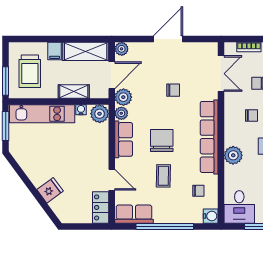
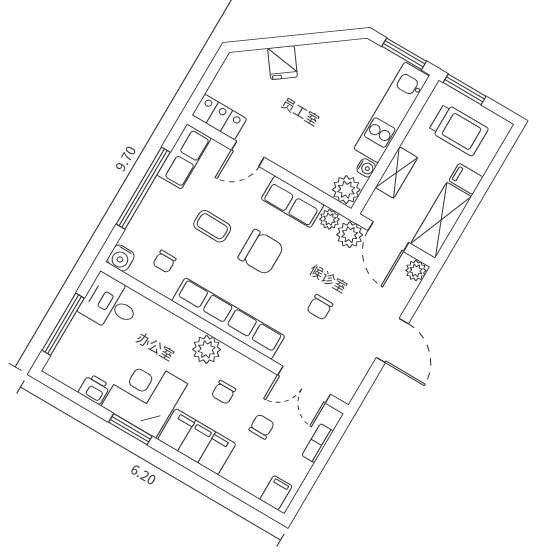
trolley: (30, 71) -> (458, 130), turned 180
plant: (233, 155) -> (207, 349), moved

